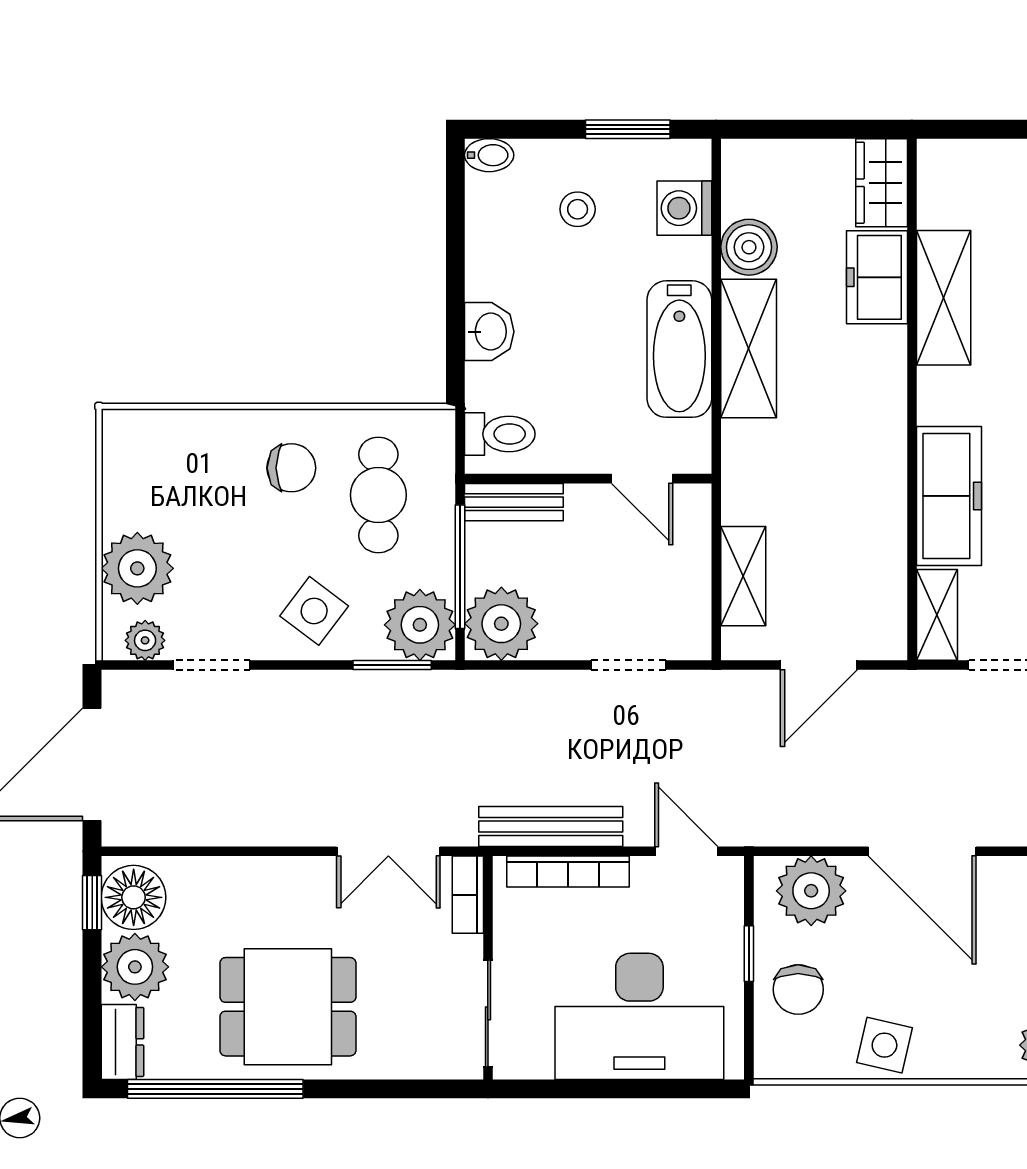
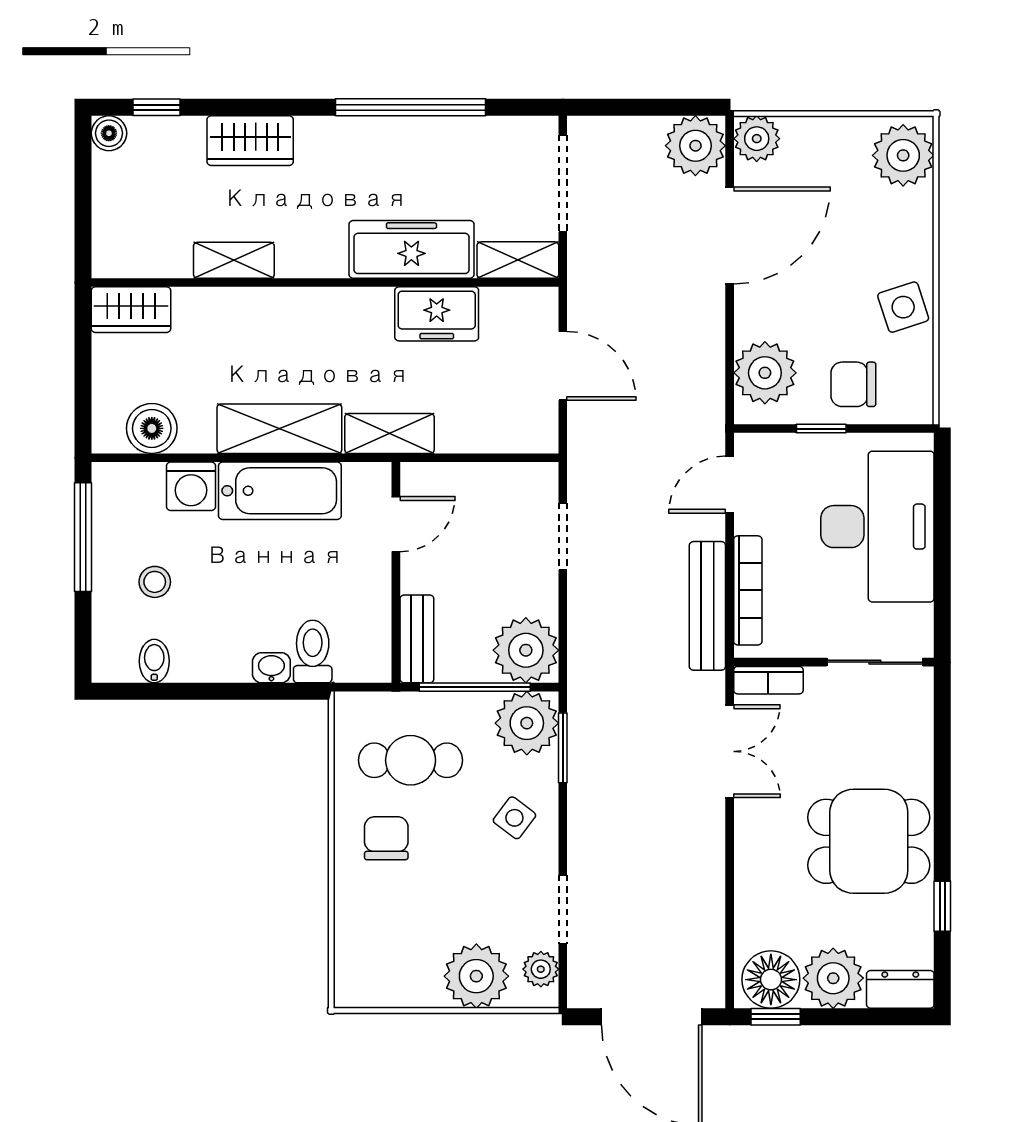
window: (628, 129) -> (83, 537), width x1.44
bidet: (489, 155) -> (154, 661), moved
washing machine: (684, 208) -> (191, 486), moved
boiler: (749, 247) -> (152, 428), moved
freezer: (877, 277) -> (437, 314), moved
shelving: (944, 298) -> (234, 260), width x0.67, depth x0.75
washbasin: (489, 332) -> (271, 668), width x0.72, depth x0.69
toilet: (500, 434) -> (313, 652), moved
shelving: (743, 576) -> (389, 433), moved
side table: (314, 611) -> (514, 818), width x0.73, depth x0.73
door: (922, 851) -> (730, 236), moved
chair: (798, 990) -> (853, 384), turned 180
dining table: (288, 1007) -> (869, 841), turned 90
side table: (884, 1045) -> (903, 307), turned -31
window: (215, 1089) -> (942, 906), width x0.32

